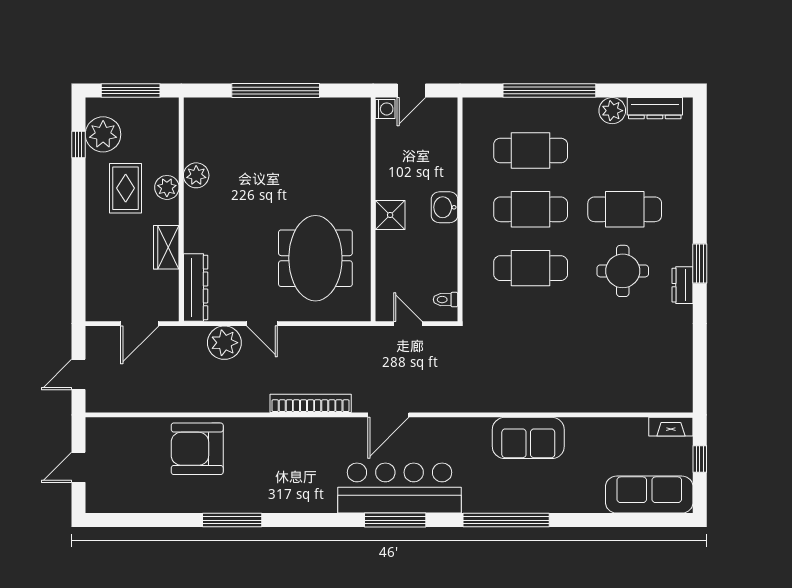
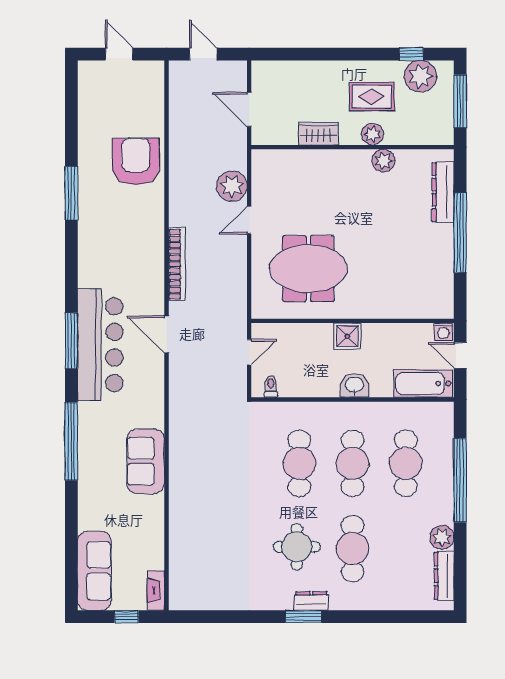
bathtub: (442, 132) -> (423, 384), added
dresser: (683, 285) -> (311, 601), moved
dresser: (196, 287) -> (443, 192), moved, turned 90

